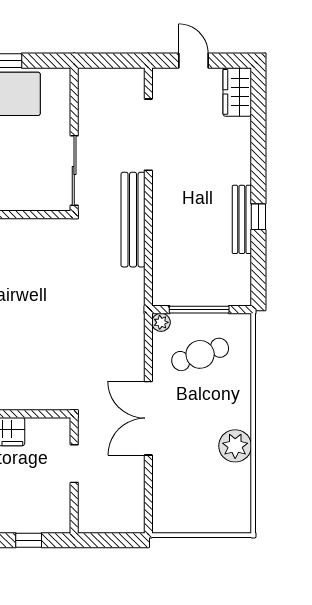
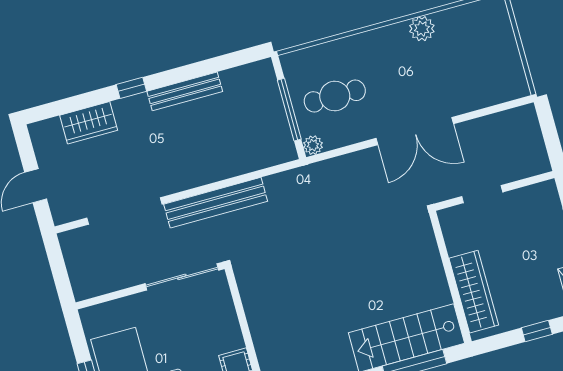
wardrobe: (237, 92) -> (89, 123), moved
window: (258, 217) -> (131, 88), moved
cafe table: (200, 354) -> (335, 96), turned -71
plant: (235, 446) -> (422, 29), width x0.73, depth x0.73

